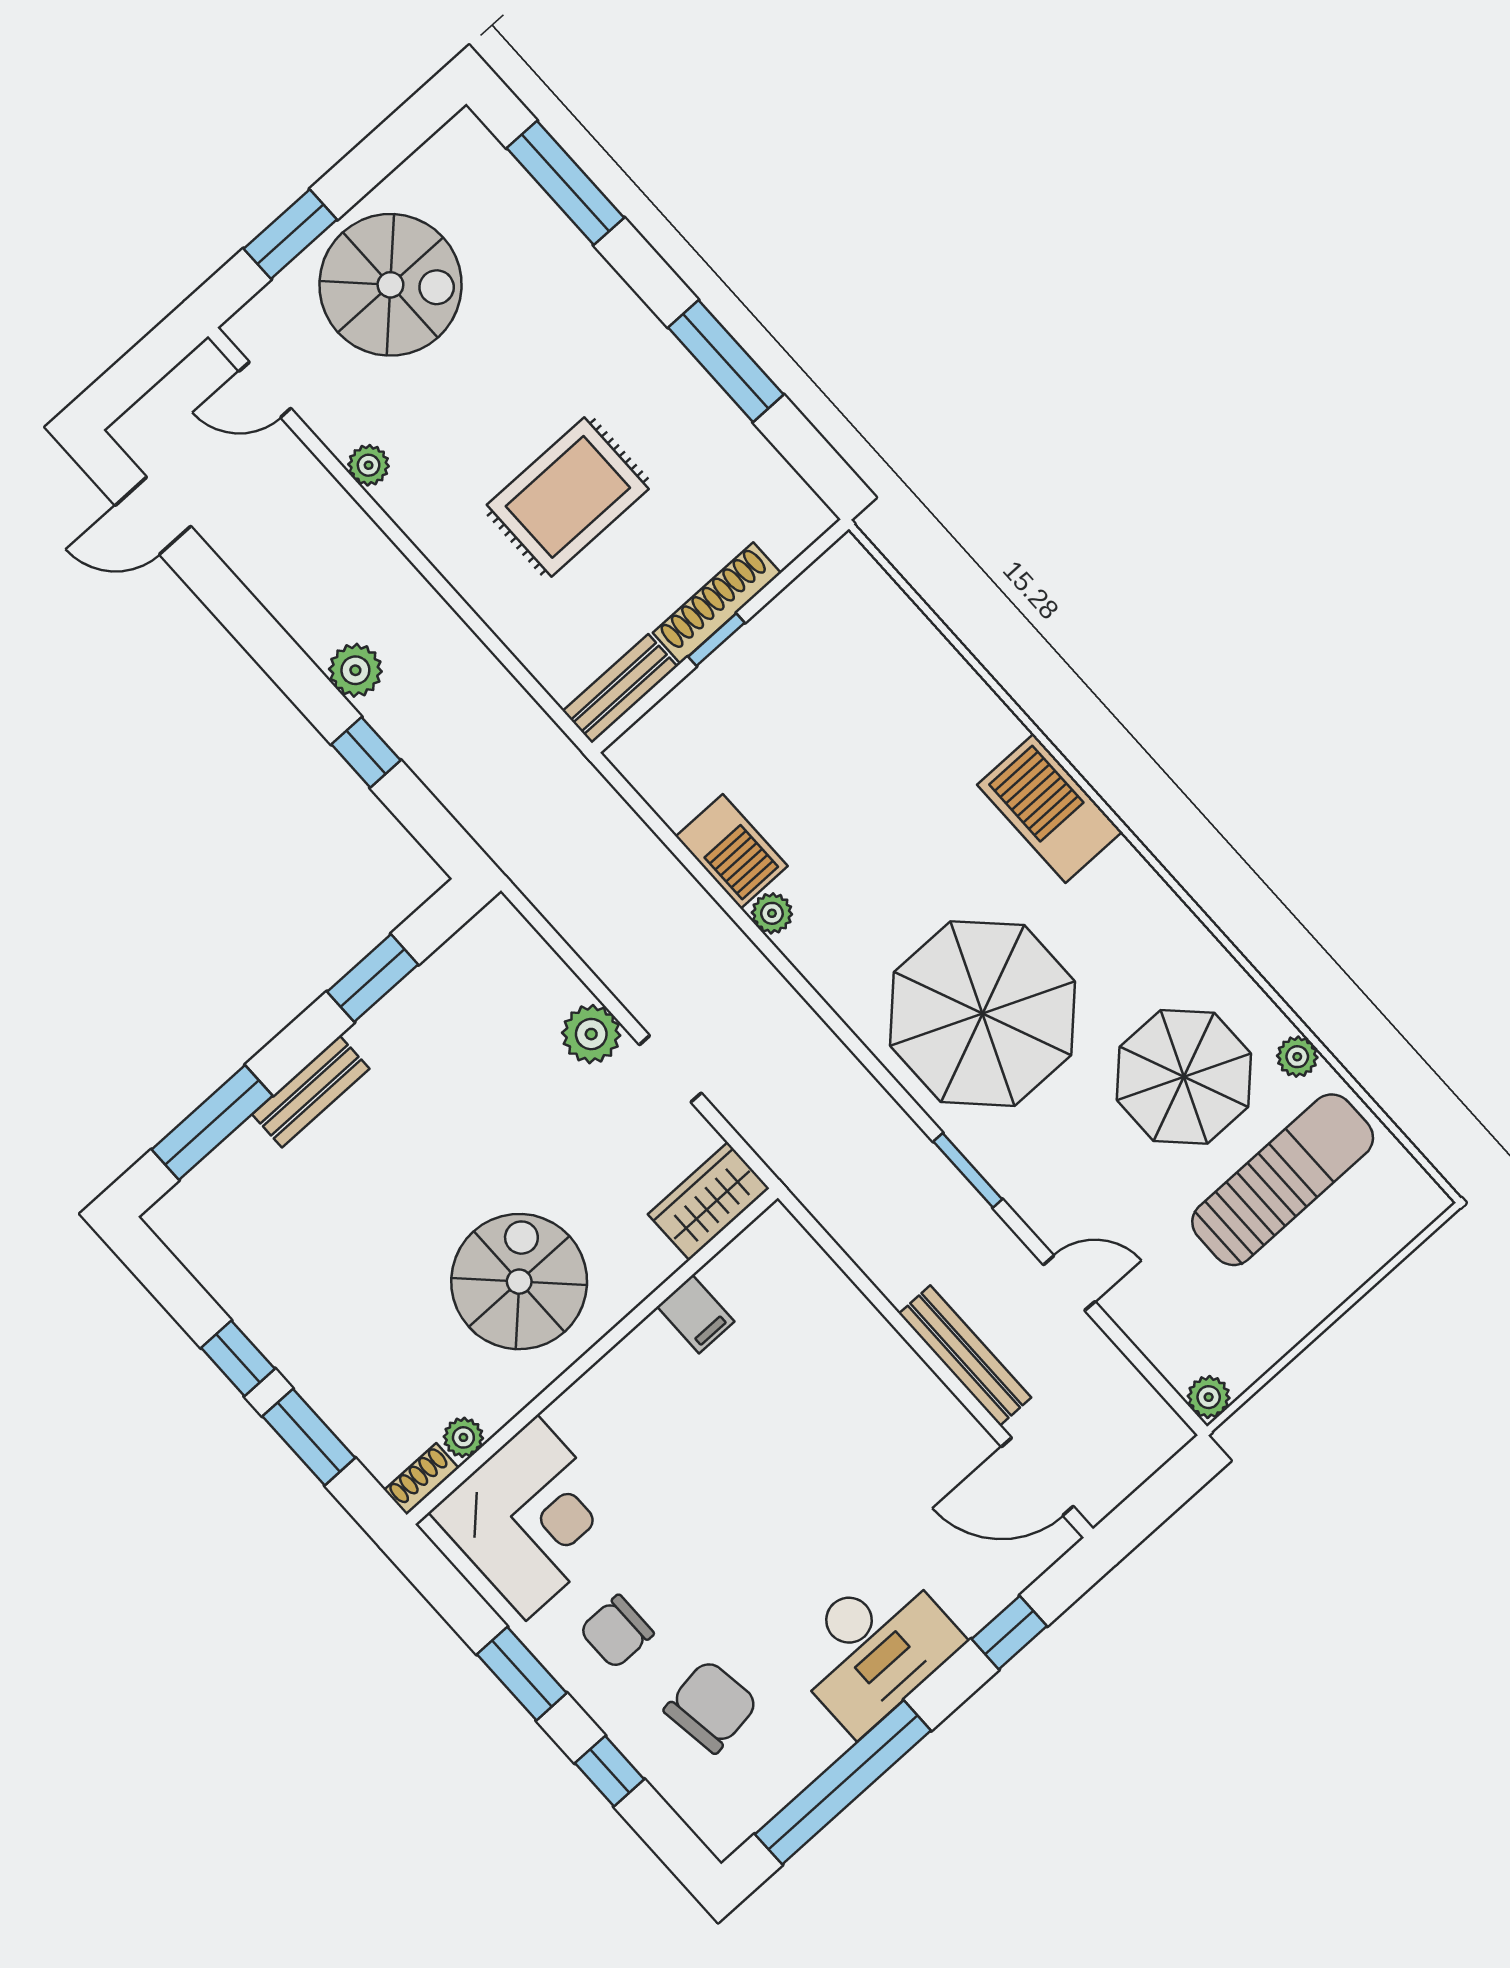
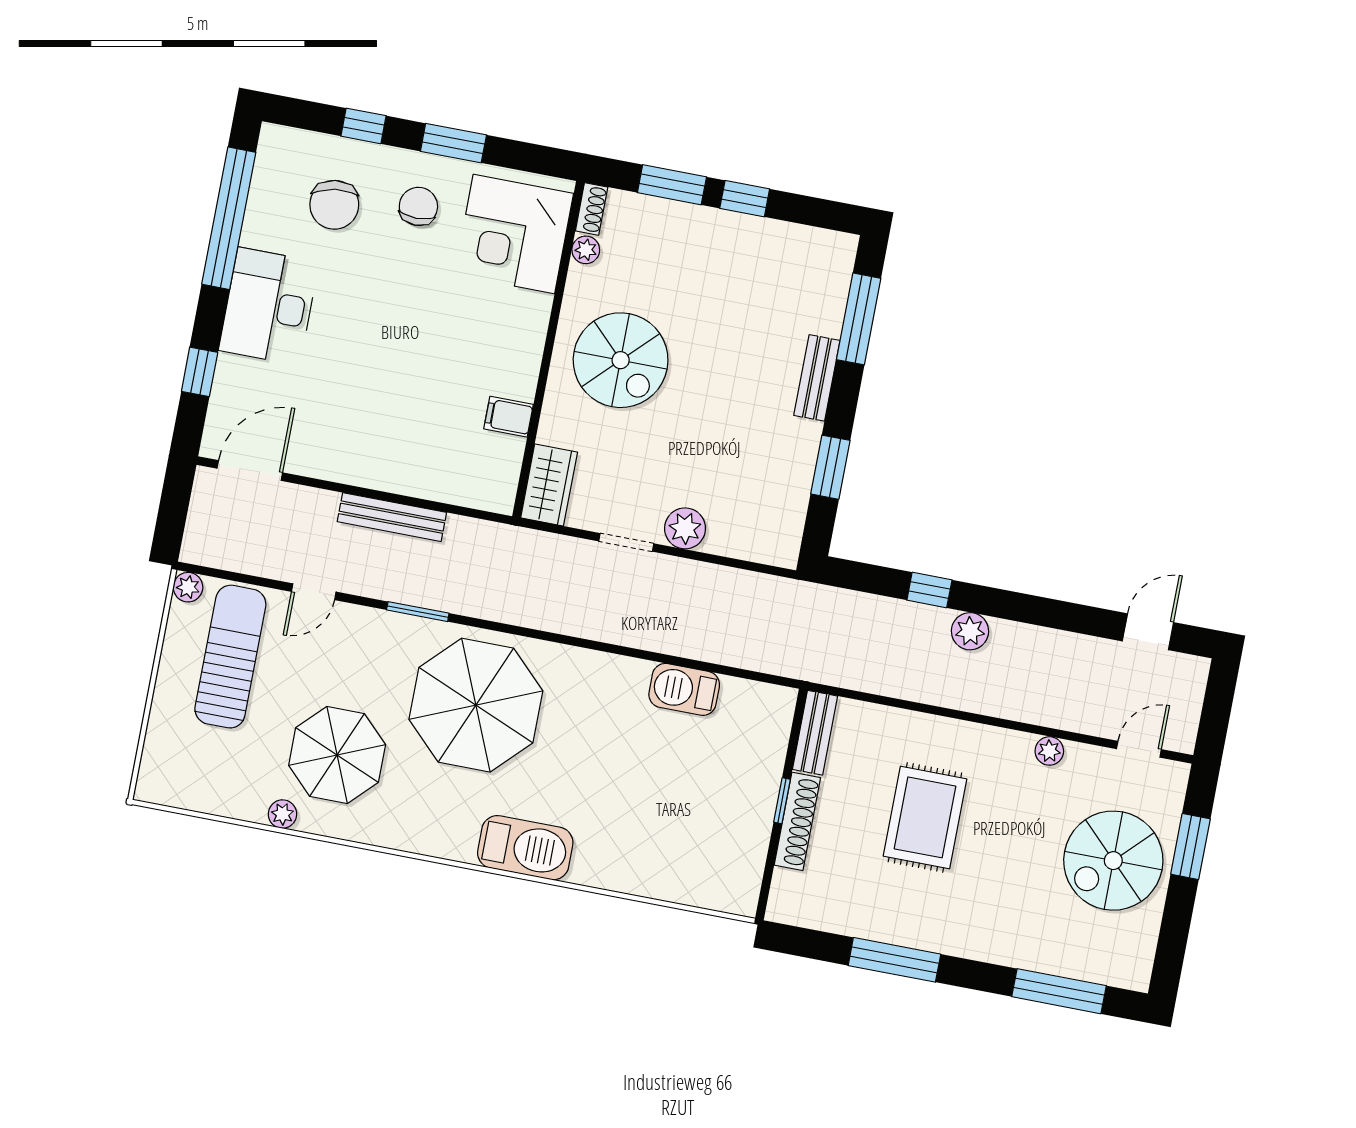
plant: (772, 913) -> (635, 672), removed
sun lounger: (1283, 1180) -> (230, 657), moved, turned 180
bench: (965, 1355) -> (392, 517), moved

